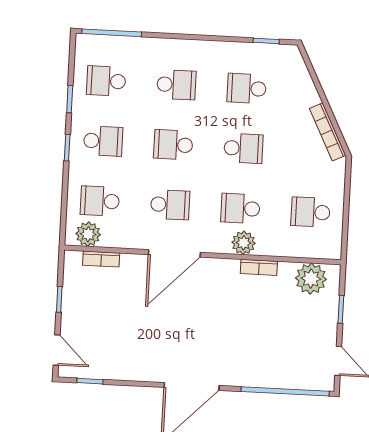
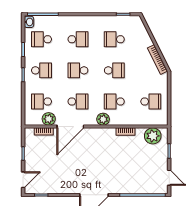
washbasin: (84, 46) -> (29, 22), added
school desk: (310, 212) -> (151, 101), turned 180
plant: (88, 234) -> (49, 119), moved
plant: (244, 243) -> (103, 119), moved
door: (174, 253) -> (70, 127), moved
door: (57, 350) -> (23, 180), hinge flipped

